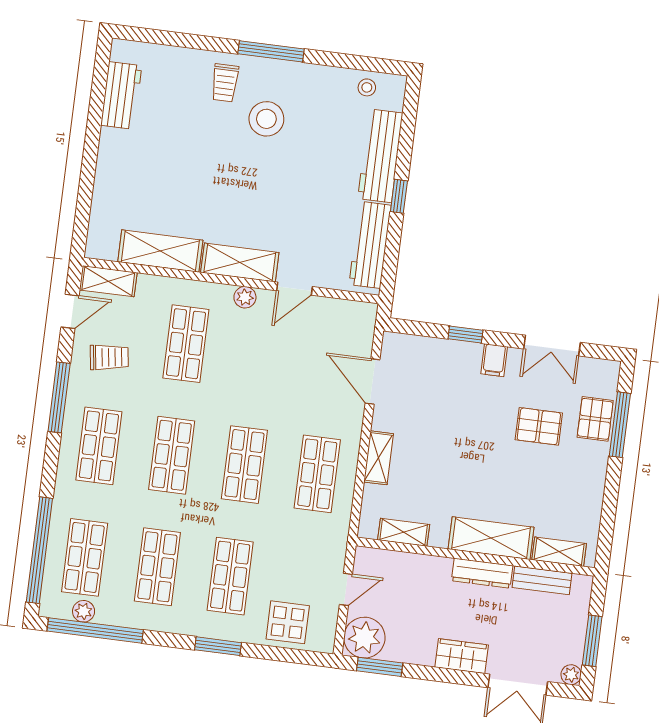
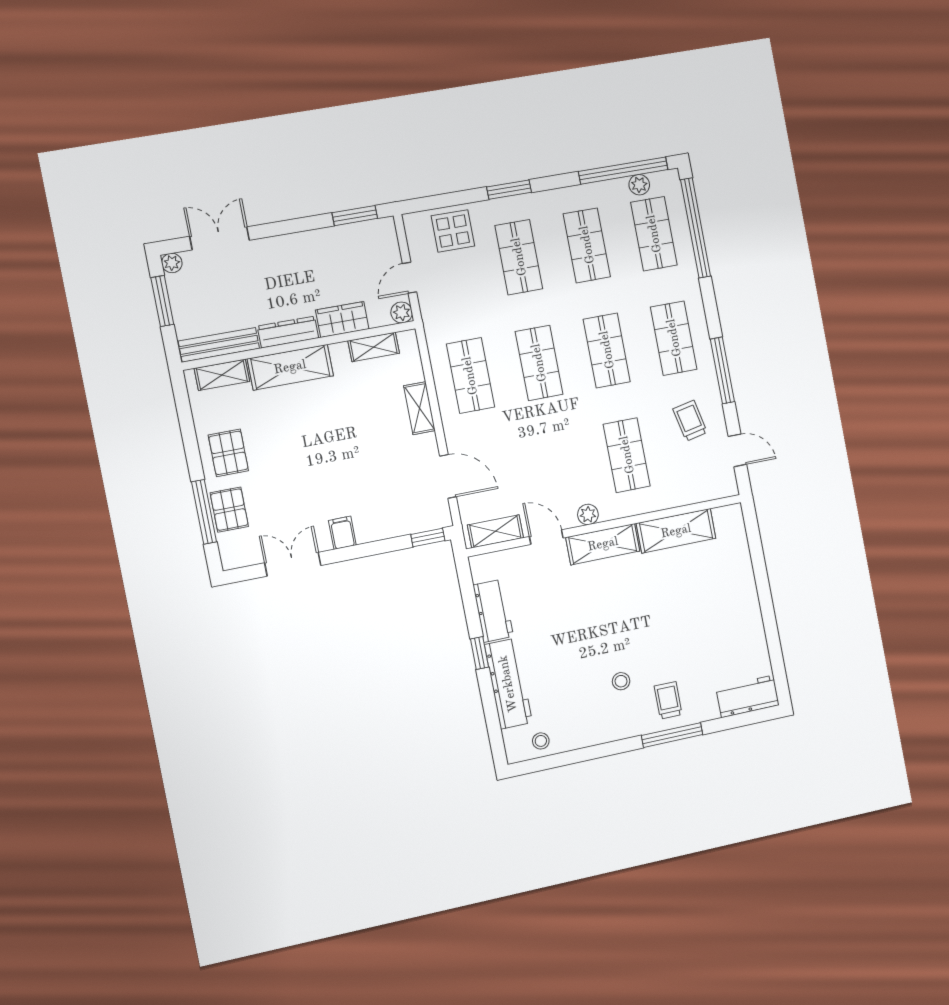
window: (271, 51) -> (672, 735), moved
workbench: (121, 95) -> (748, 696), moved, turned 90
stool: (266, 119) -> (621, 681), width x0.53, depth x0.53
workbench: (370, 245) -> (493, 611), width x0.73
shelving: (108, 281) -> (495, 531), moved
door: (294, 289) -> (546, 537), hinge flipped
door: (70, 311) -> (737, 450), swing flipped
window: (465, 334) -> (428, 537), moved
trolley: (109, 357) -> (690, 421), turned 86
pallet: (539, 426) -> (228, 453), moved, turned 90
bench: (542, 580) -> (219, 345), width x1.36
plant: (364, 638) -> (402, 312), moved, width x0.53, depth x0.53
wardrobe: (462, 656) -> (342, 319), moved, turned 180

